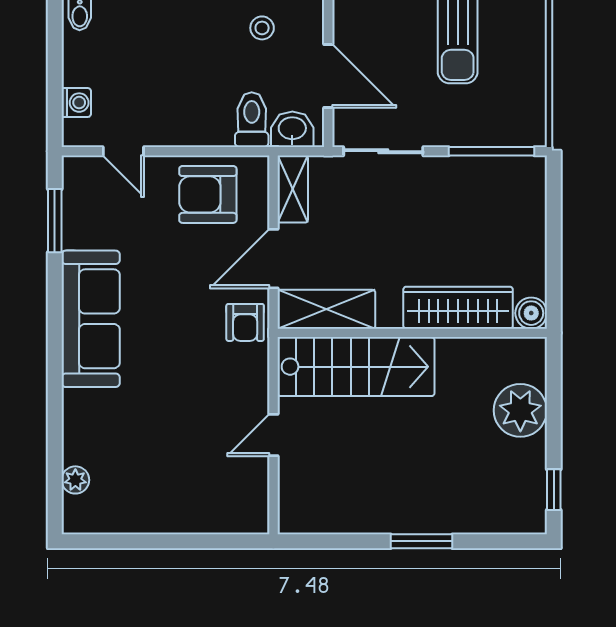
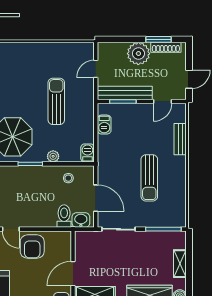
shelving: (293, 189) -> (180, 264), moved
armchair: (208, 194) -> (32, 247), moved, turned -90

